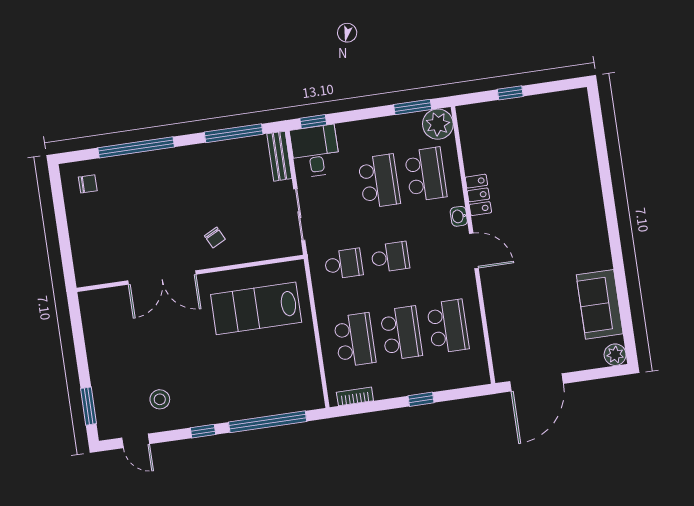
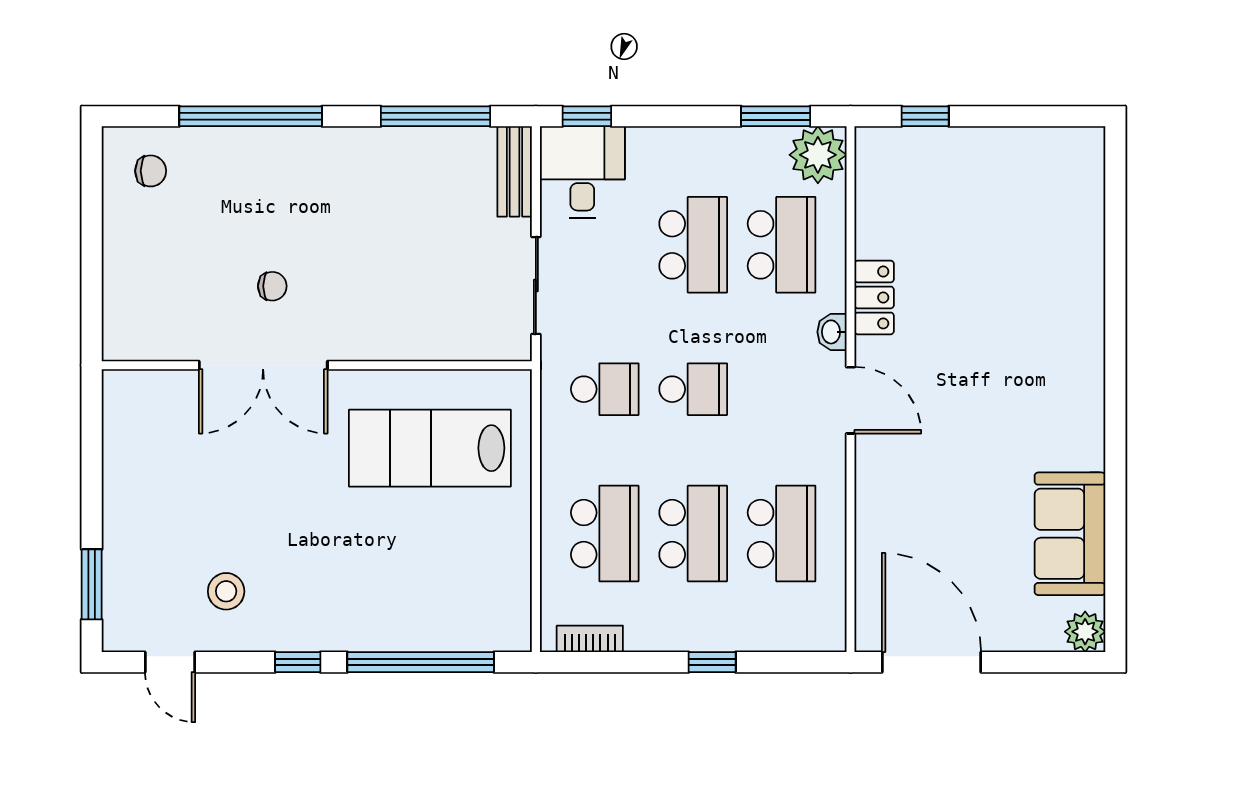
window: (510, 93) -> (925, 116), moved
chair: (215, 237) -> (272, 286), moved, turned -63
door: (537, 382) -> (931, 662), swing flipped

